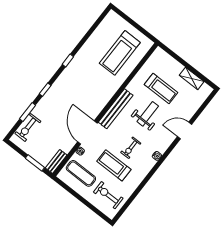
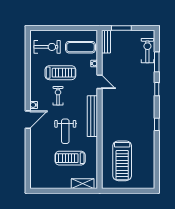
treadmill: (120, 53) -> (122, 161), turned 180
shelving: (192, 78) -> (83, 184), moved
door: (185, 131) -> (28, 120), moved
door: (87, 133) -> (100, 82), width x0.53

